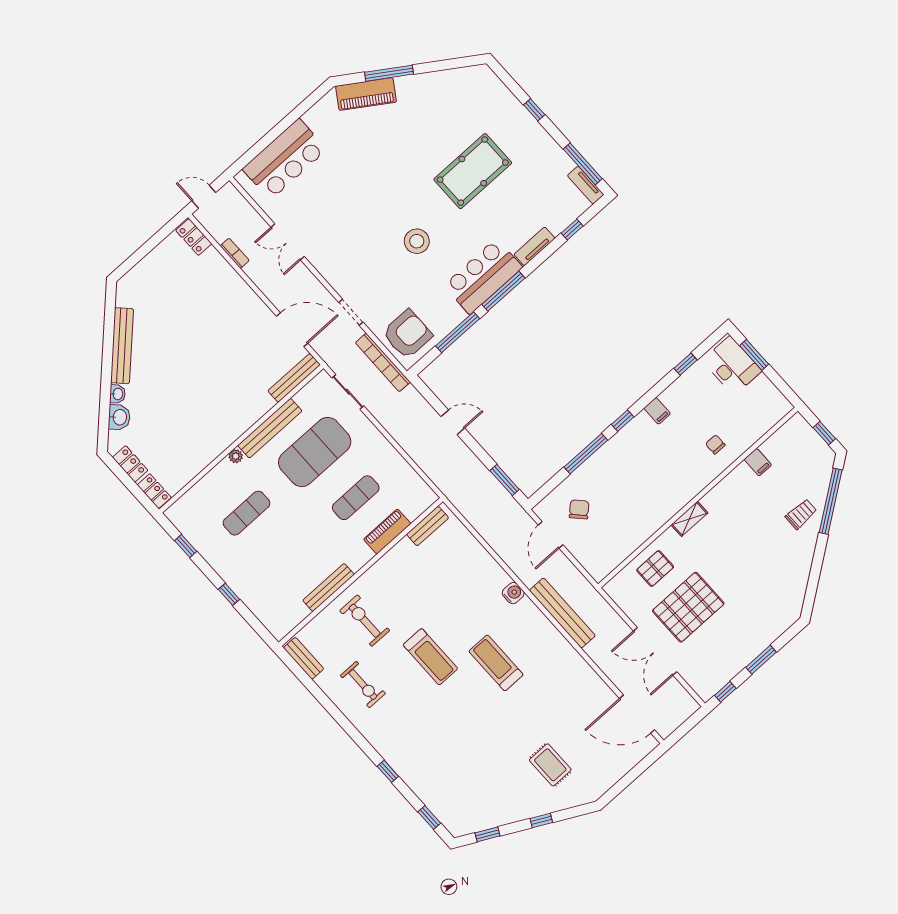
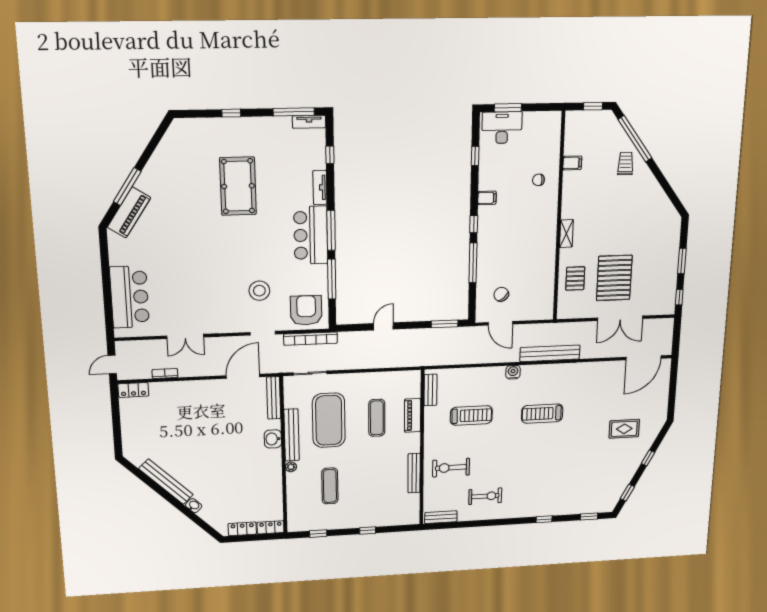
stool: (417, 241) -> (259, 291), moved
washbasin: (119, 417) -> (273, 439), moved, turned -135
treadmill: (430, 657) -> (471, 415), moved

